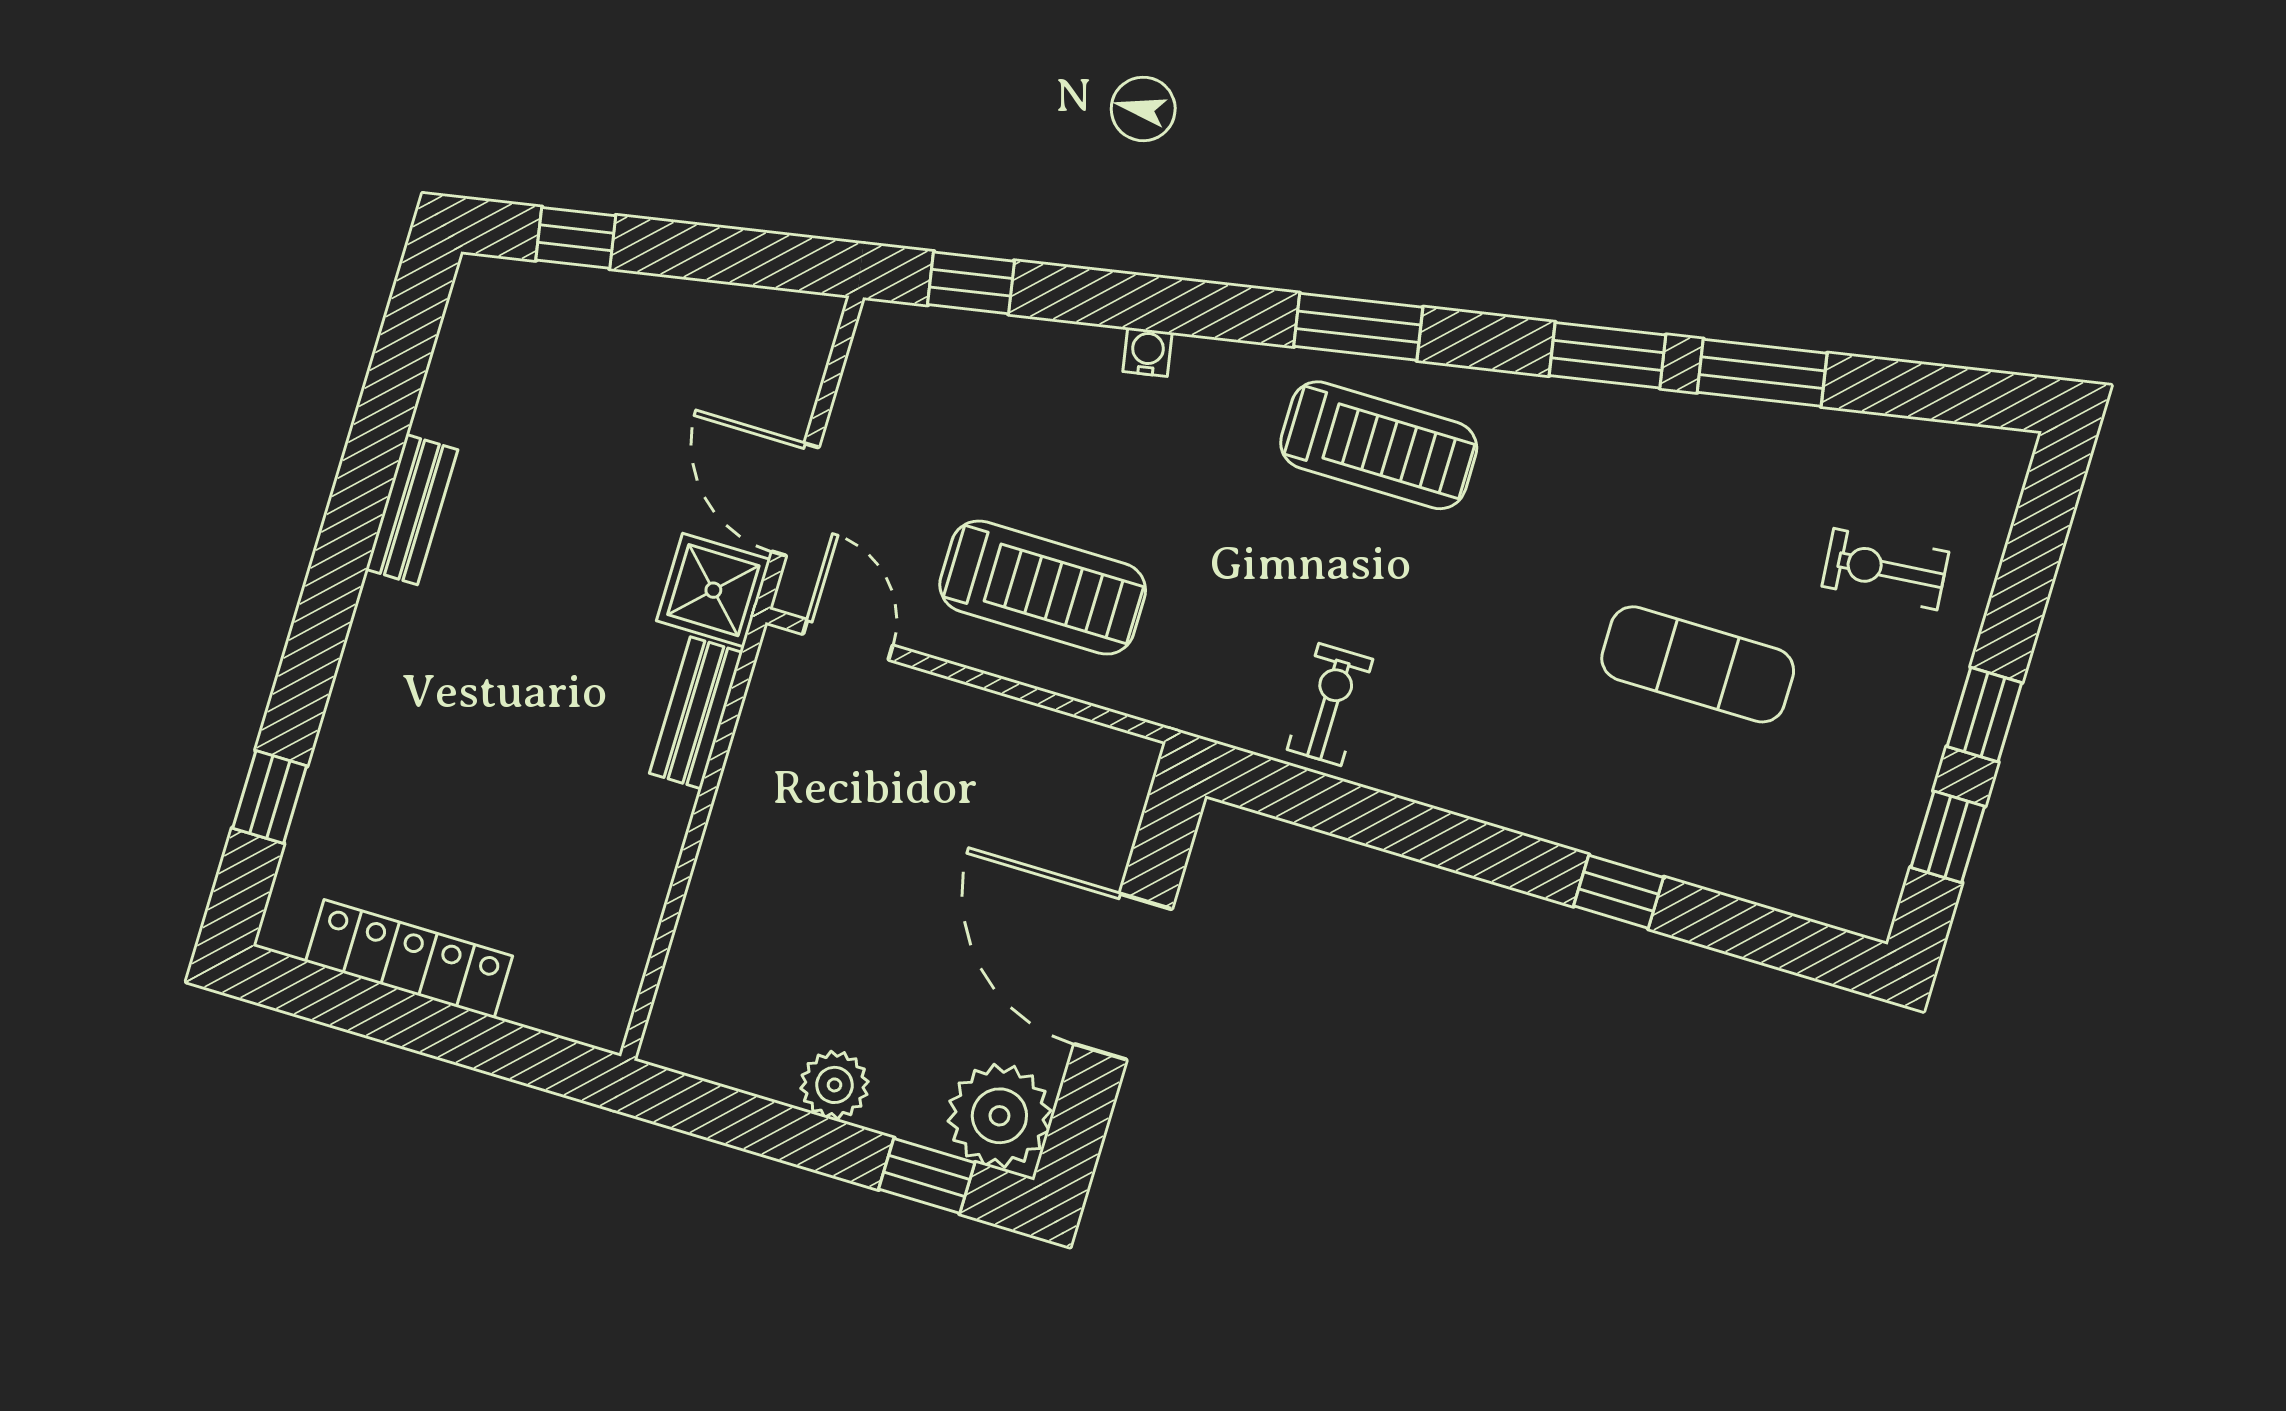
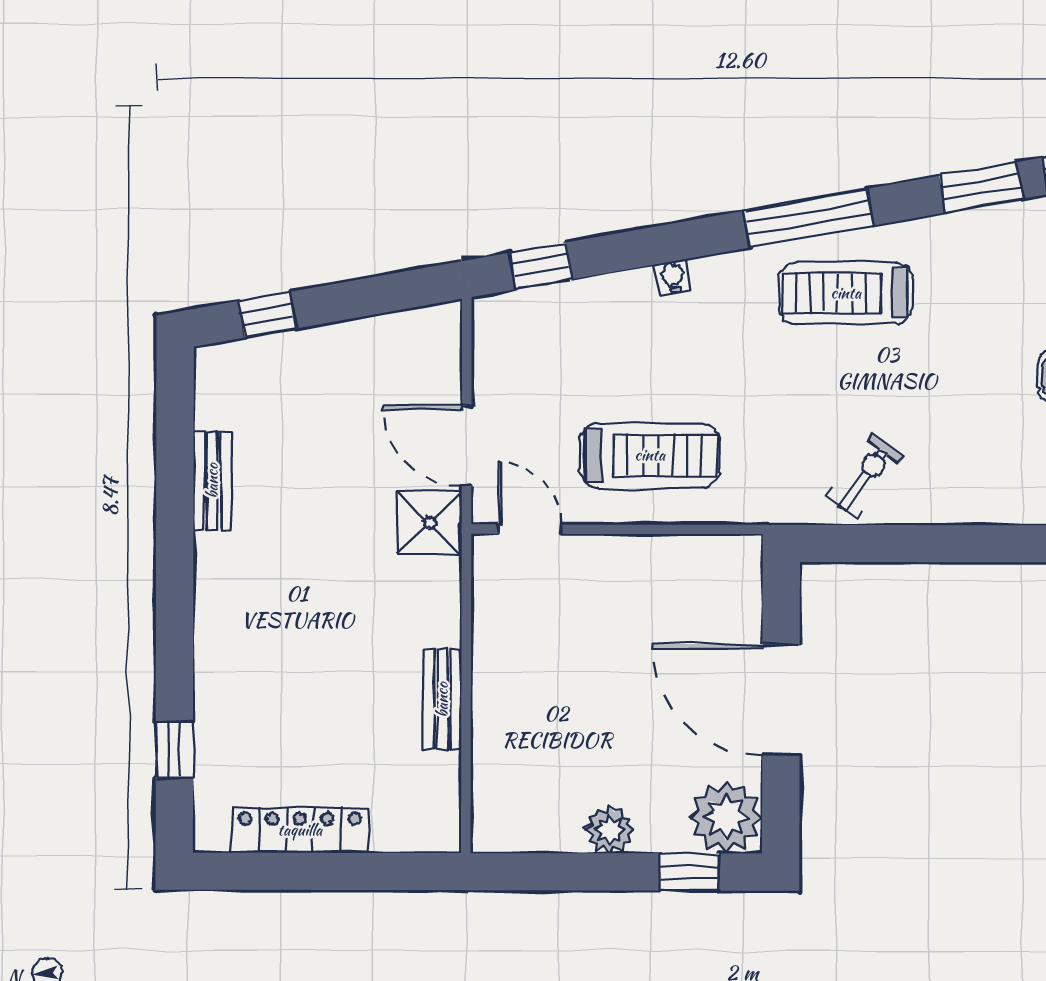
window: (1358, 327) -> (809, 218), width x1.44
treadmill: (1379, 445) -> (846, 293), turned 180
bench: (412, 510) -> (212, 481), moved
exercise bike: (1330, 704) -> (865, 476), turned 37
bench: (696, 713) -> (442, 700), moved

